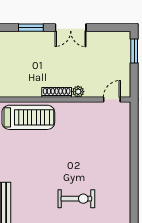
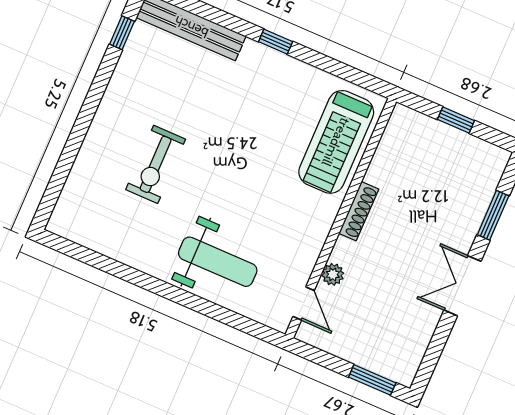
plant: (78, 92) -> (333, 274), moved
weight bench: (110, 149) -> (218, 262), added

